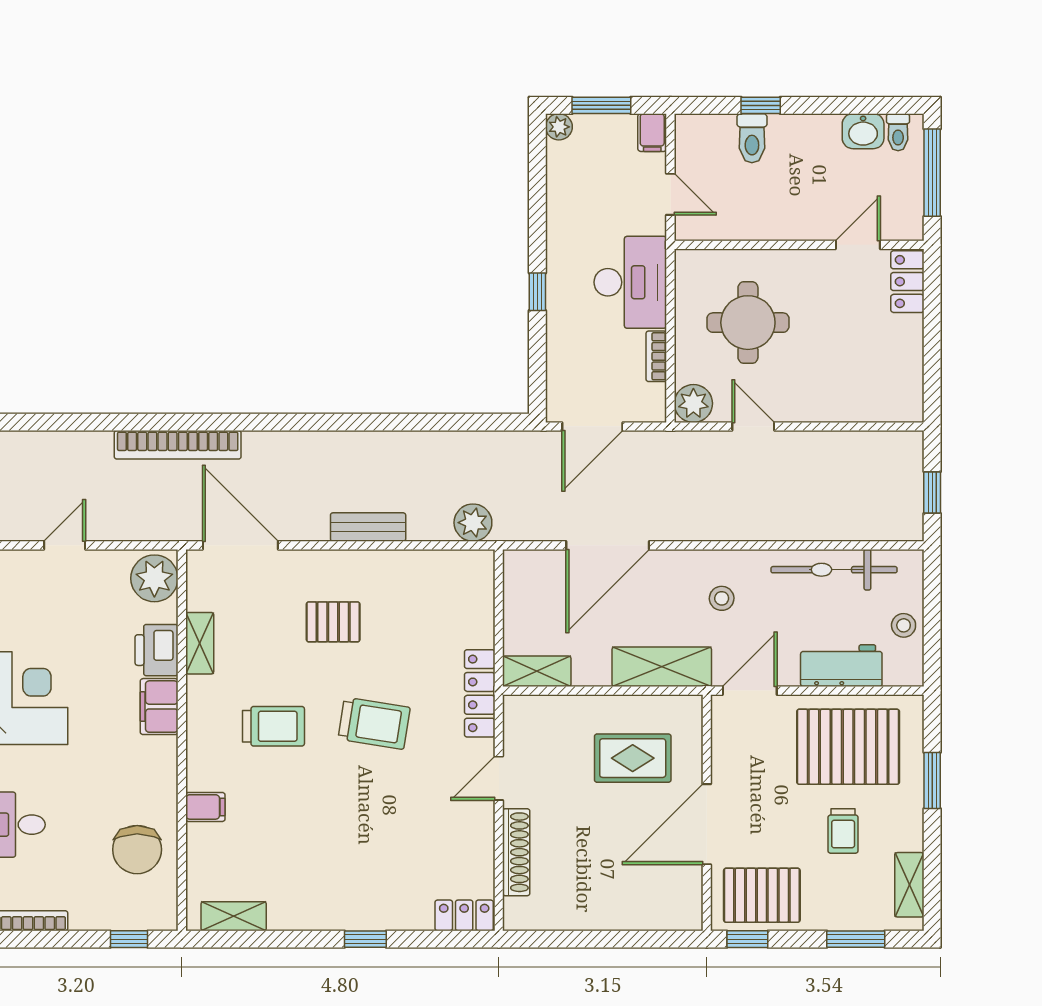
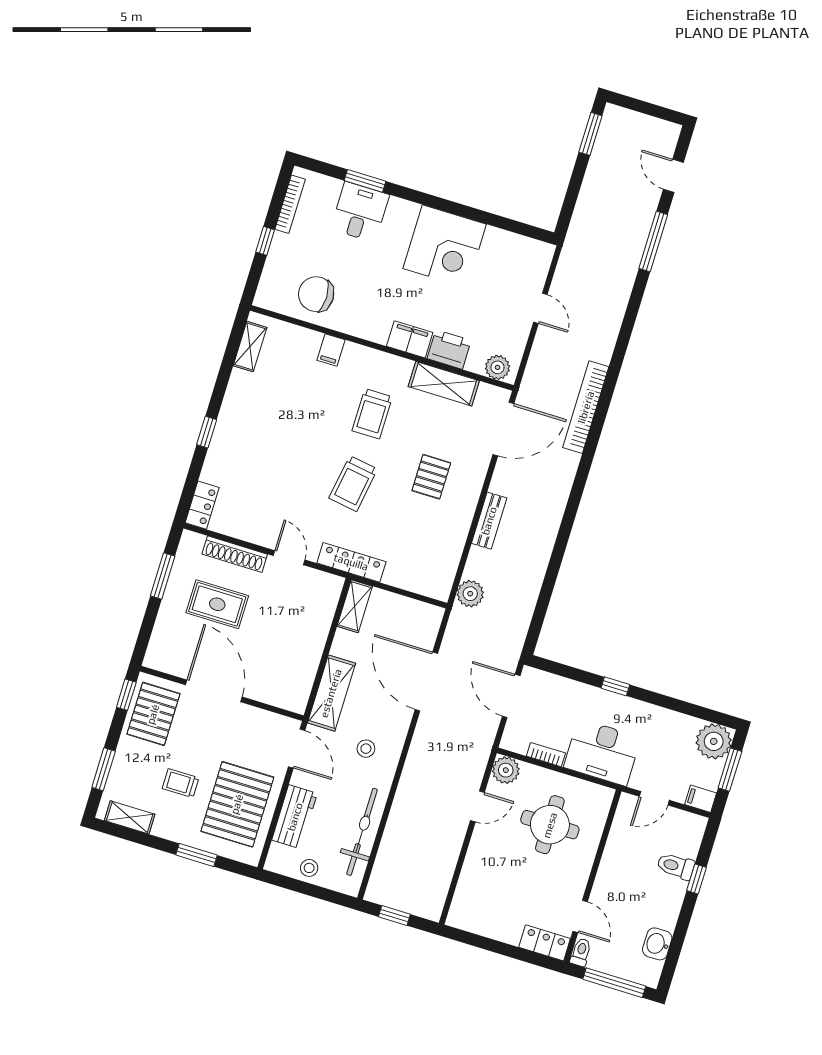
plant: (559, 127) -> (714, 741), width x1.87, depth x1.87
toilet: (898, 132) -> (581, 952), moved, turned 90
plant: (154, 578) -> (498, 367), width x0.73, depth x0.73
shelving: (200, 643) -> (444, 384), width x1.50, depth x1.33
rug: (633, 758) -> (217, 604), moved, turned 90
window: (129, 939) -> (265, 241), moved
window: (575, 939) -> (163, 576), added

